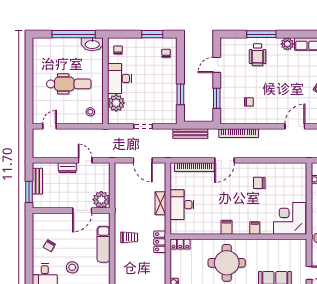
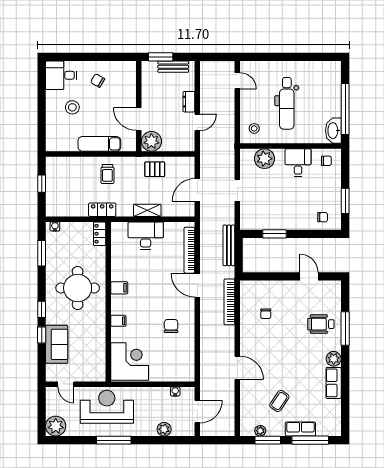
desk: (119, 78) -> (298, 163), width x0.73
window: (217, 98) -> (270, 276), removed
pallet: (125, 197) -> (155, 169), added

